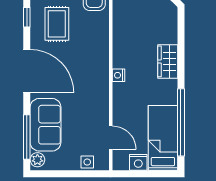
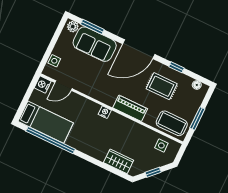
piano: (100, 48) -> (130, 108), added
wardrobe: (168, 61) -> (119, 161), moved
window: (27, 137) -> (92, 27), width x0.69
nightstand: (138, 162) -> (43, 85), moved

